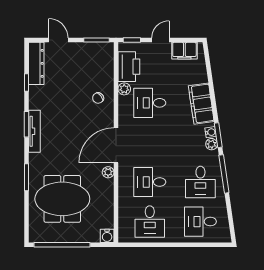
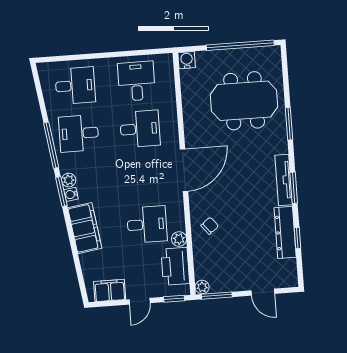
dresser: (36, 63) -> (285, 232), moved
plant: (108, 172) -> (202, 287), moved
desk: (200, 182) -> (79, 133), turned -90

